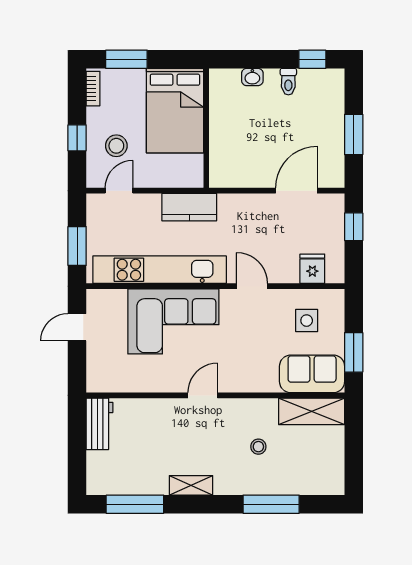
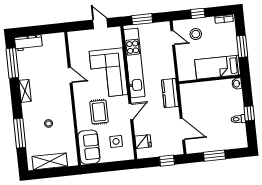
window: (126, 59) -> (242, 46), moved
window: (312, 59) -> (249, 113), moved
washbasin: (252, 77) -> (237, 84), moved
bed: (175, 111) -> (218, 67), width x0.67
kitchen counter: (189, 207) -> (170, 93), moved
rug: (246, 347) -> (99, 112), added
window: (354, 352) -> (102, 167), removed
door: (203, 395) -> (70, 75), moved
shelving: (312, 411) -> (50, 161), moved, turned 90
workbench: (99, 424) -> (28, 43), moved

